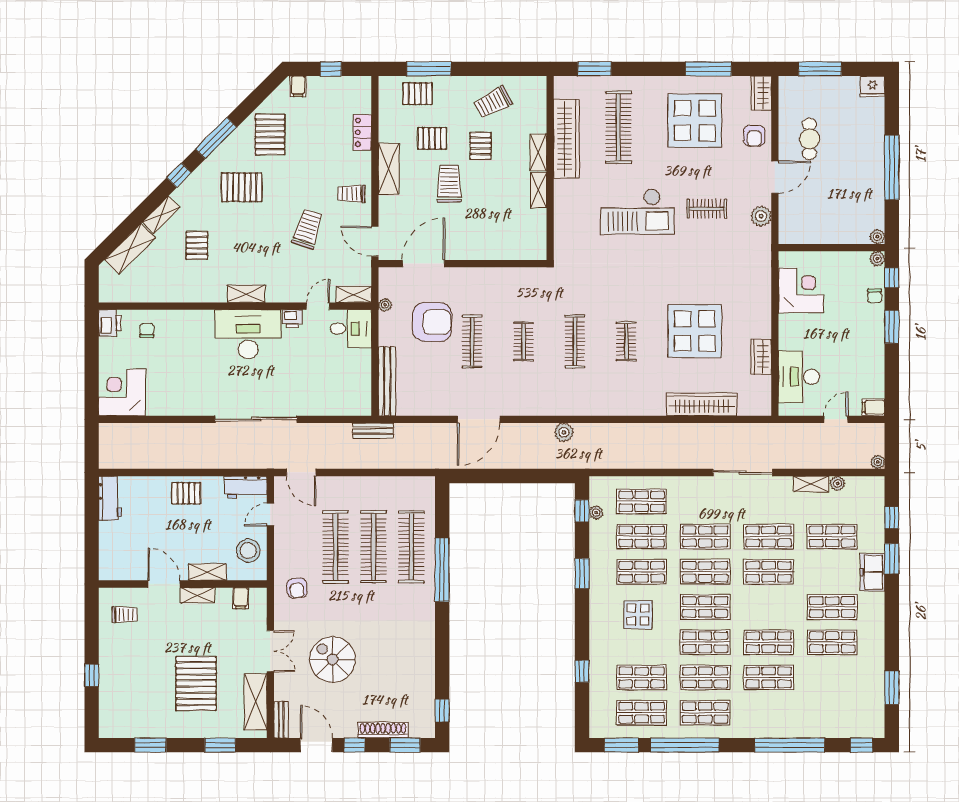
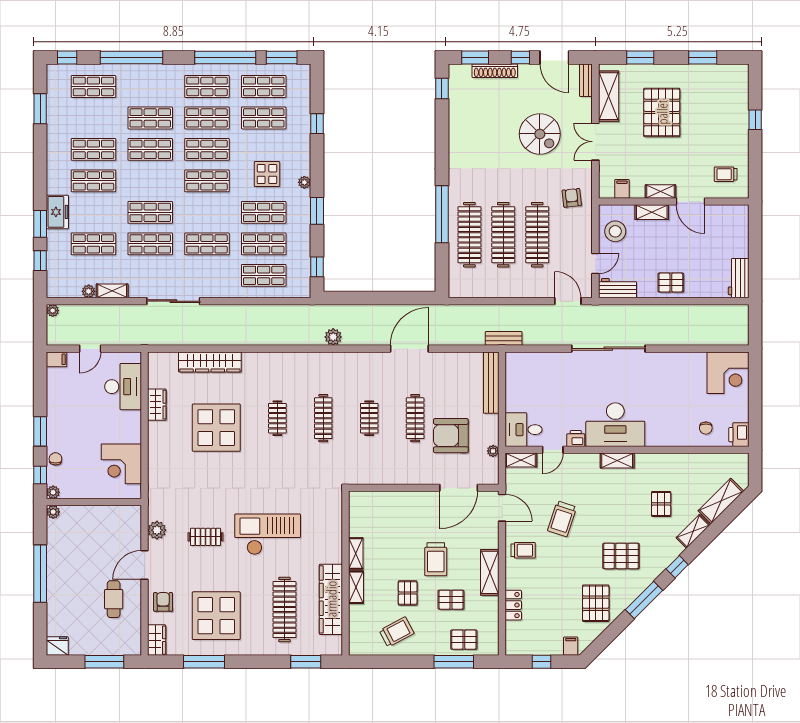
plant: (596, 513) -> (304, 182), moved
shop shelf: (705, 572) -> (93, 86), moved

